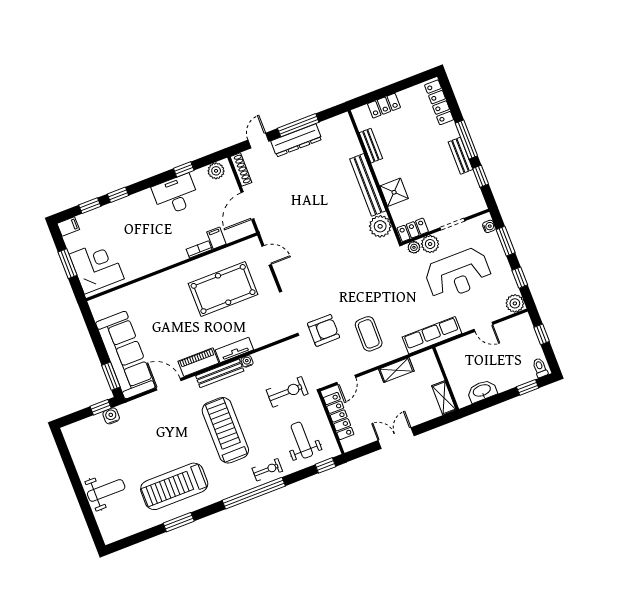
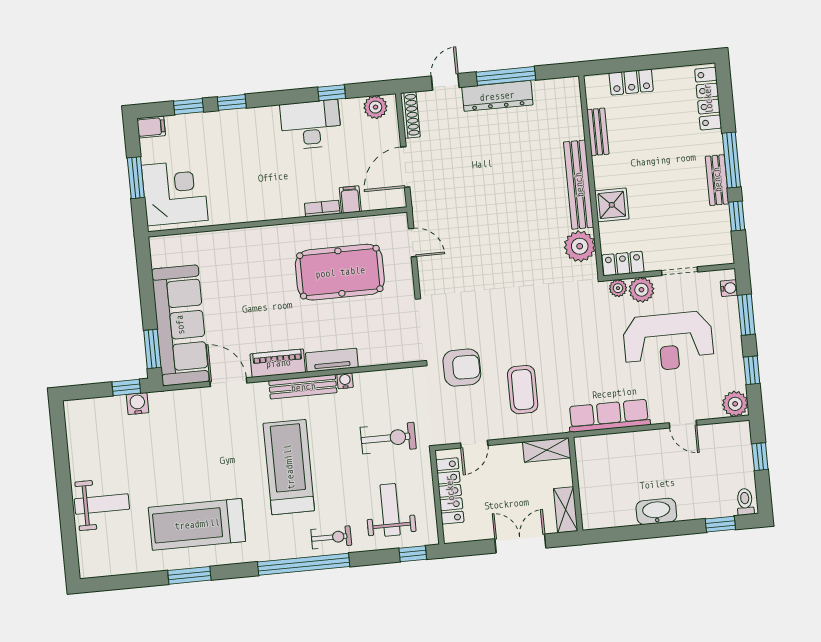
wall: (446, 379) -> (576, 484), moved
shelving: (444, 398) -> (566, 510), moved

